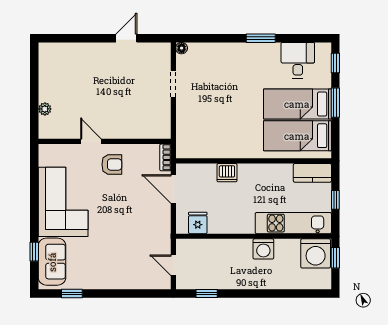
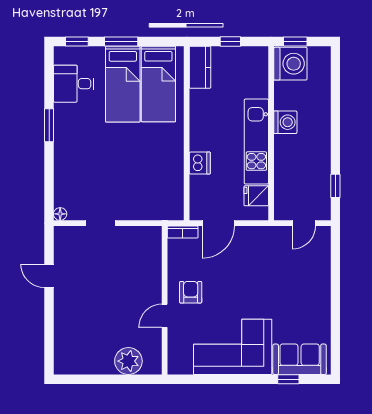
plant: (45, 109) -> (128, 361), width x1.87, depth x1.87
kitchen unit: (293, 223) -> (256, 142), moved
window: (72, 294) -> (335, 337), removed

